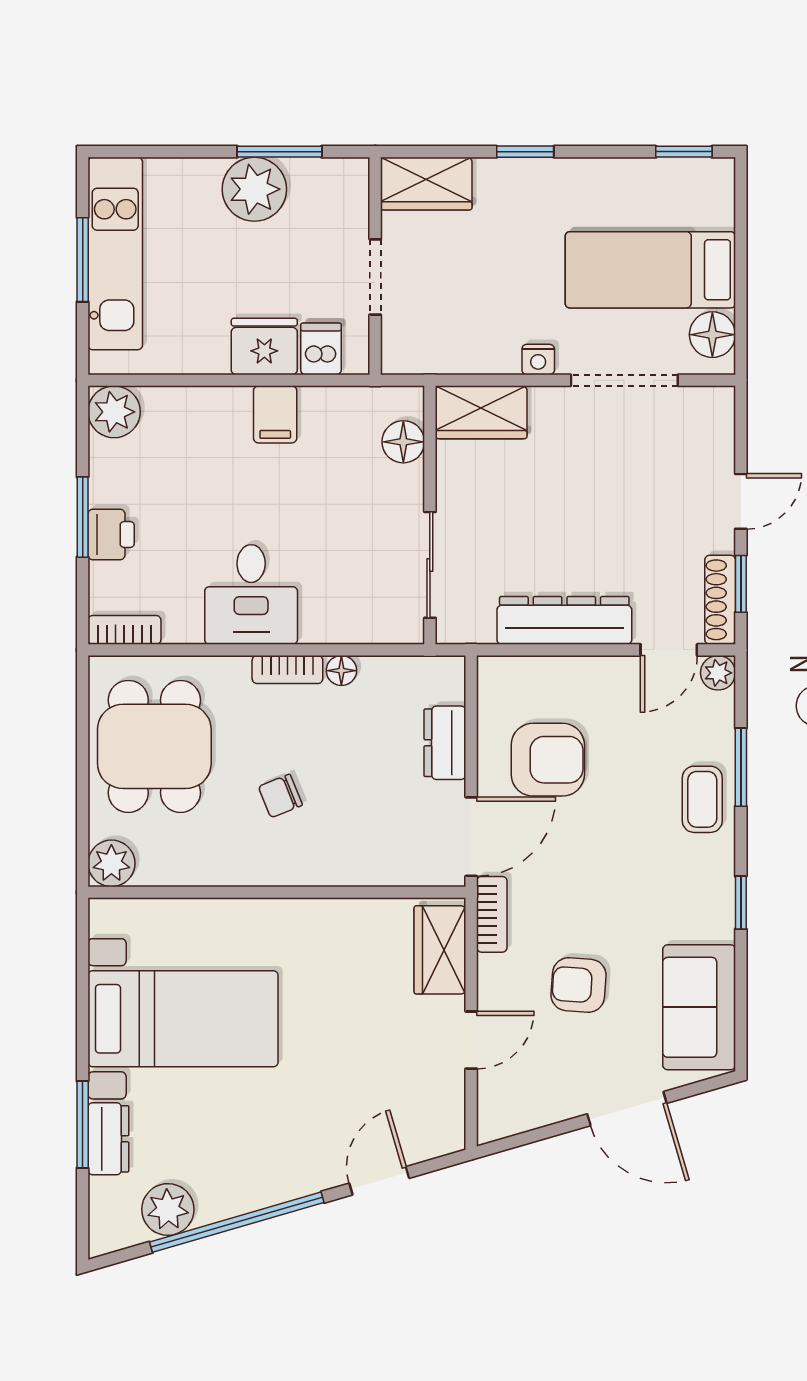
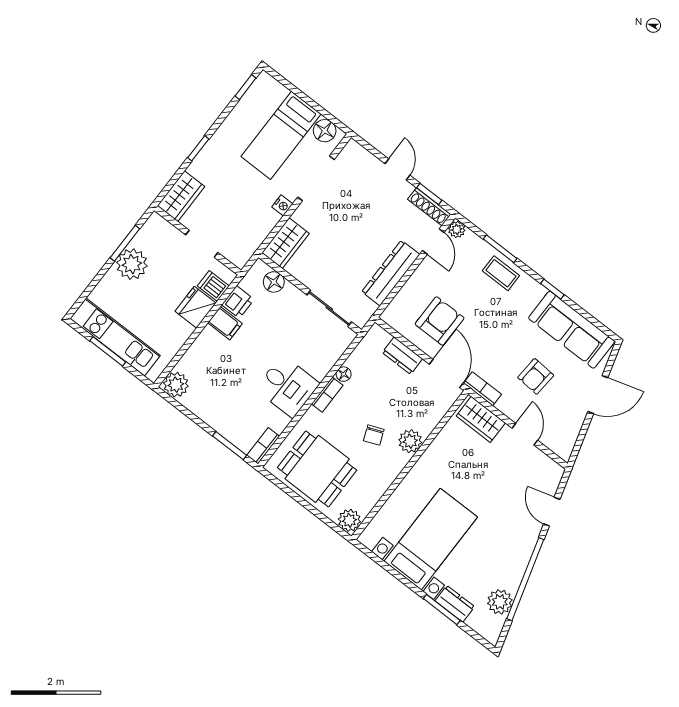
window: (83, 517) -> (230, 446), moved
printer: (111, 535) -> (238, 302), moved, turned 90
plant: (316, 863) -> (410, 441), added
sofa: (699, 1007) -> (572, 330), width x1.36

